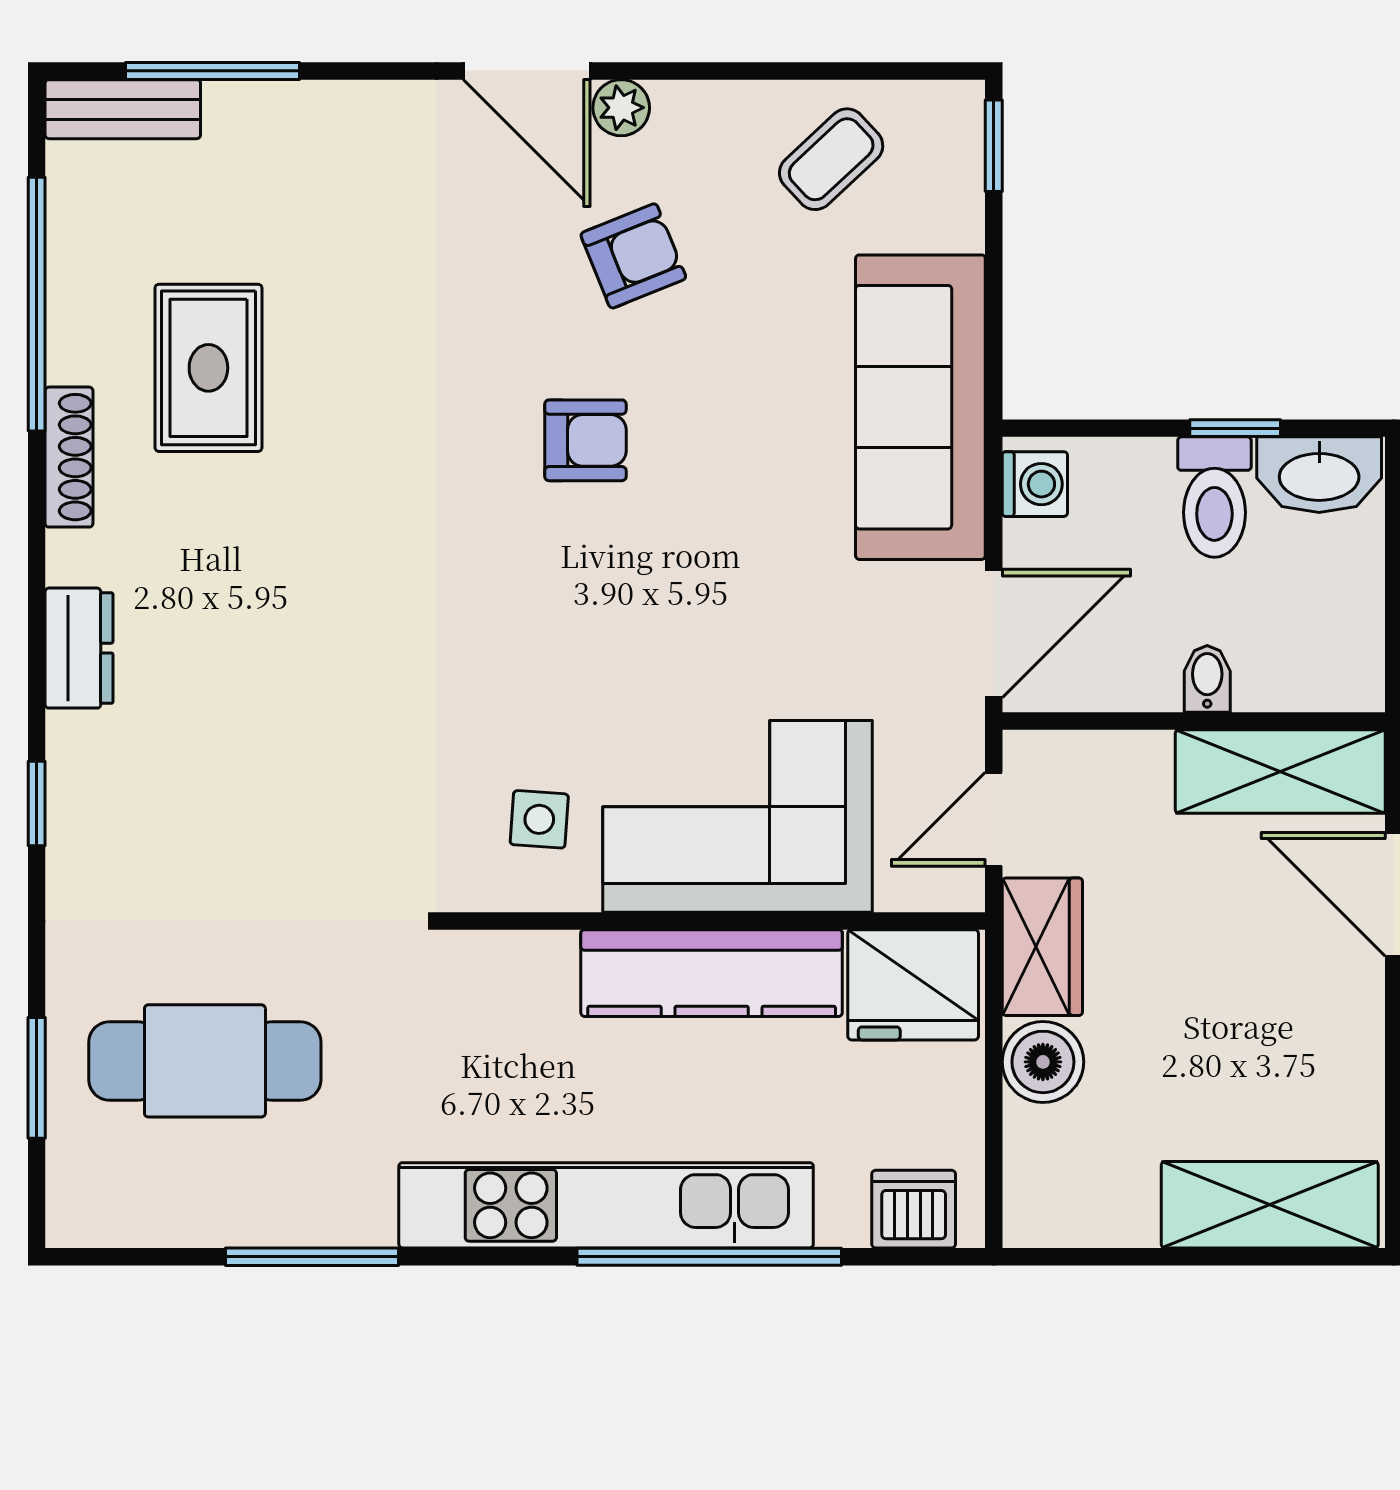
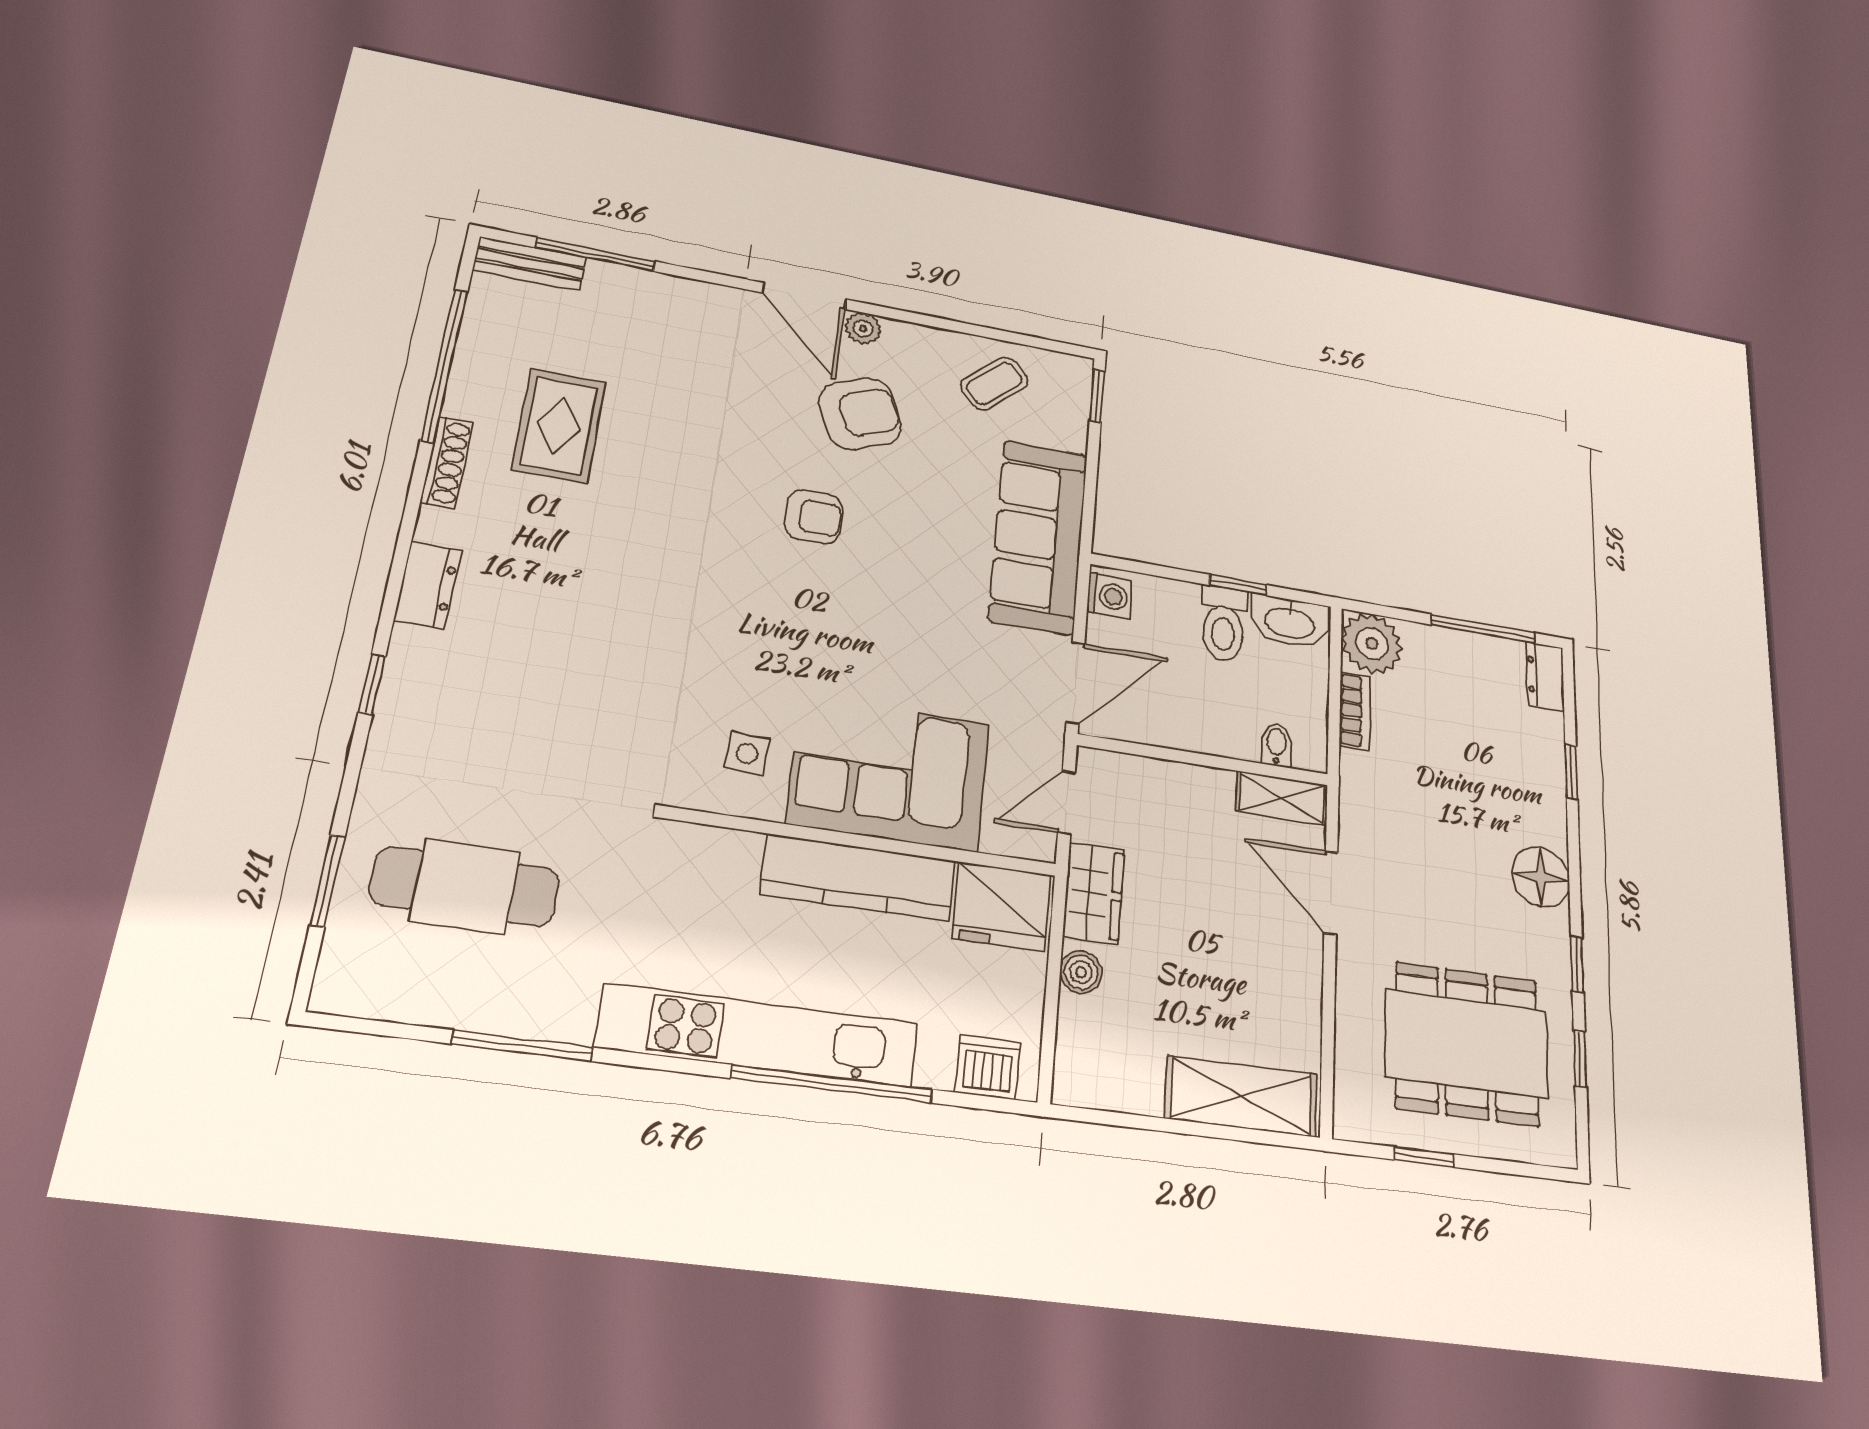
armchair: (633, 256) -> (860, 414), width x1.38, depth x1.38
bidet: (1207, 679) -> (1277, 745), moved
shelving: (1280, 771) -> (1282, 798), width x0.67, depth x0.75
boiler: (1043, 1062) -> (1081, 972), width x0.73, depth x0.73

